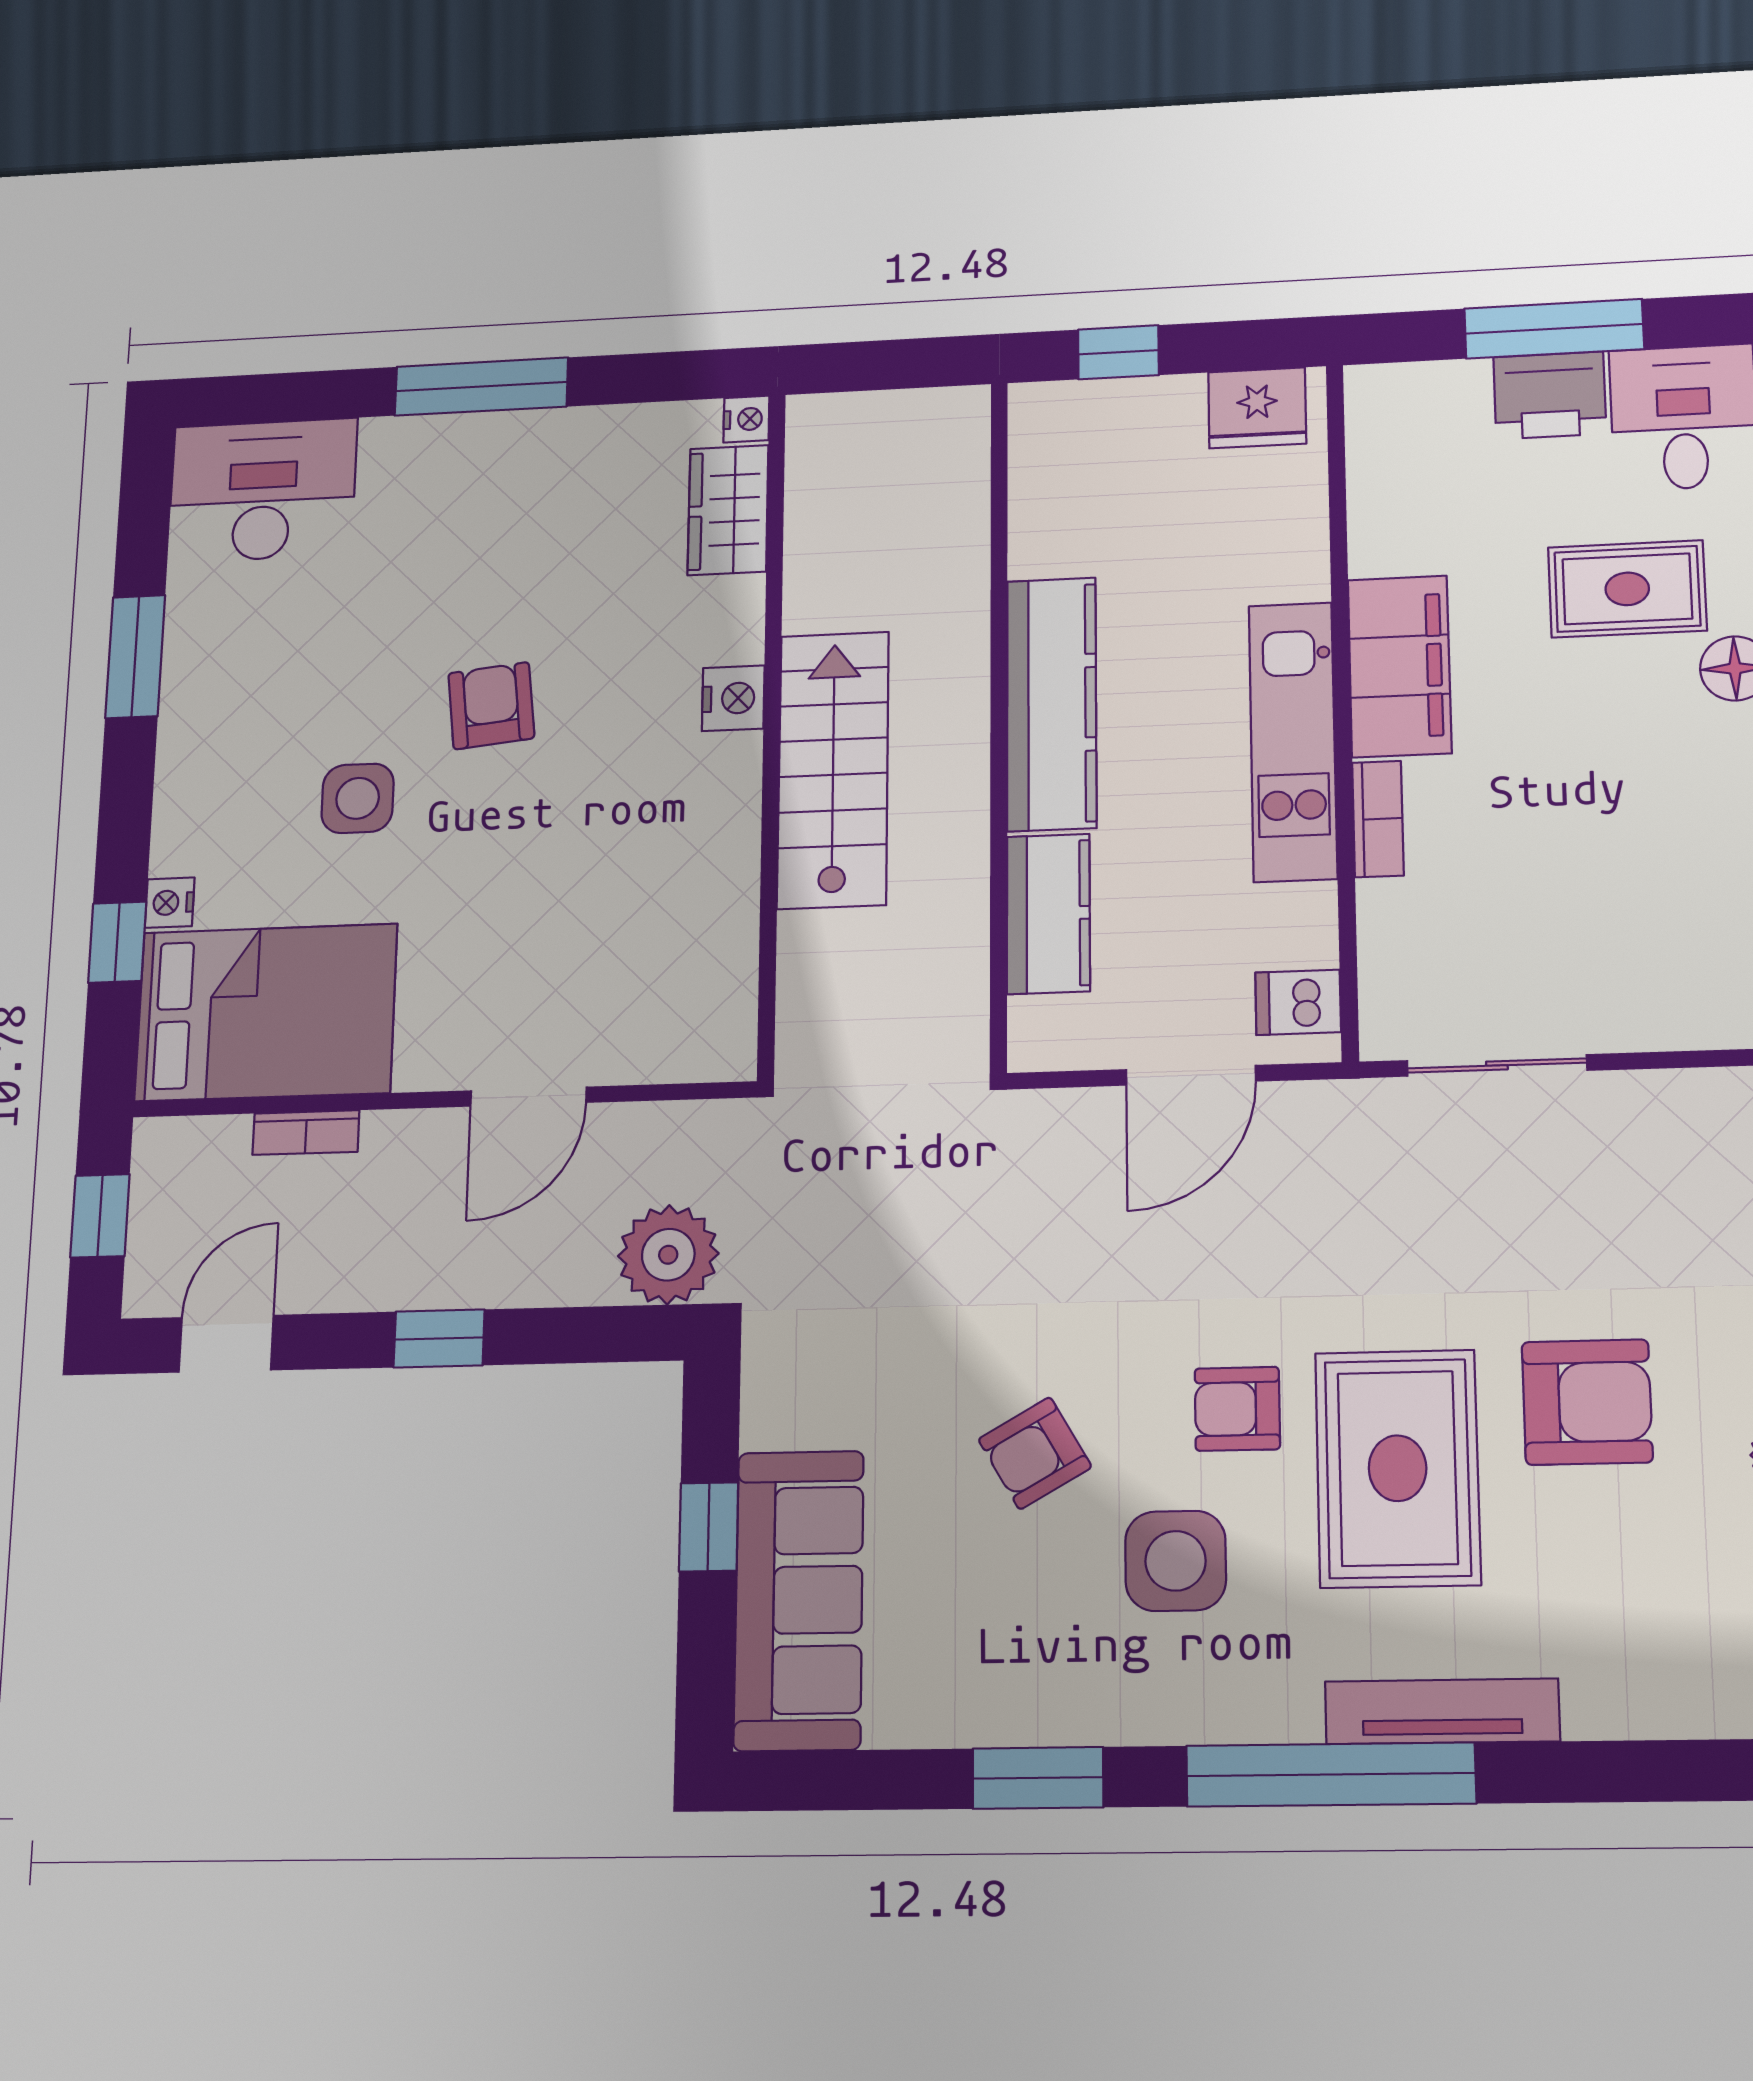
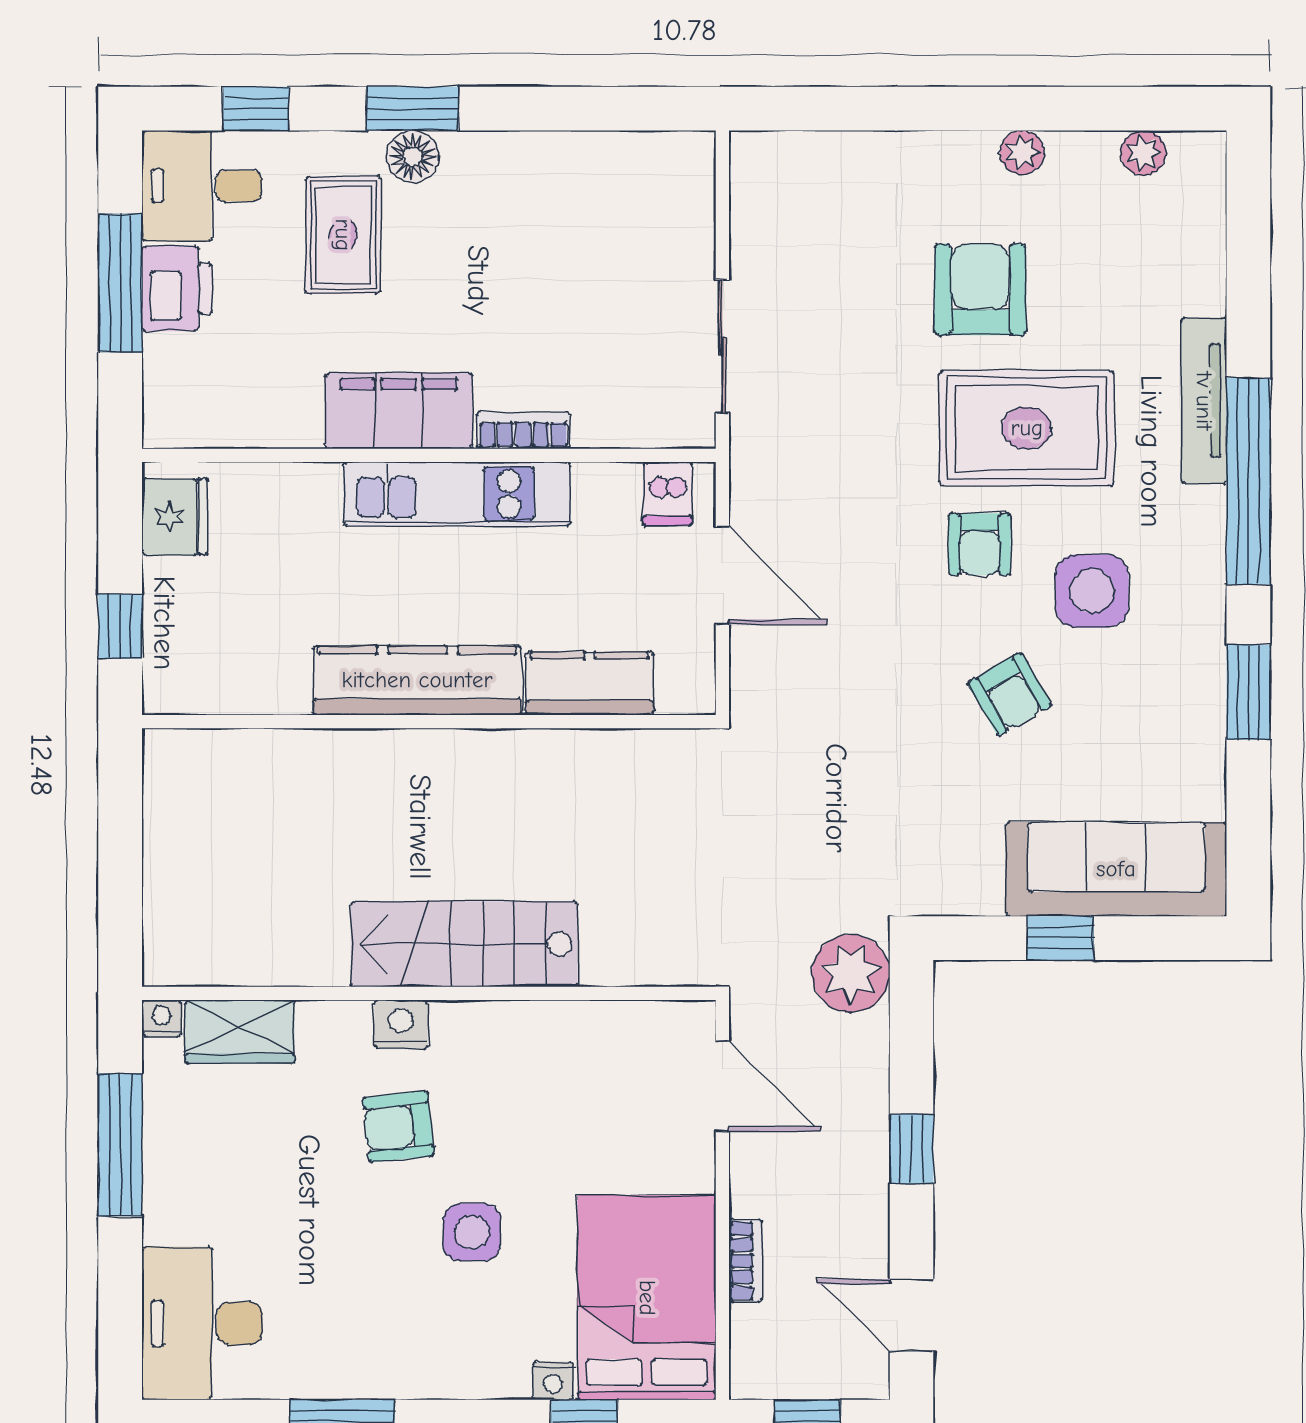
nightstand: (746, 419) -> (161, 1018), moved
wardrobe: (728, 510) -> (240, 1032), moved
nightstand: (733, 698) -> (401, 1024), moved
wall: (772, 730) -> (429, 993), moved
stairs: (833, 770) -> (464, 944), moved

